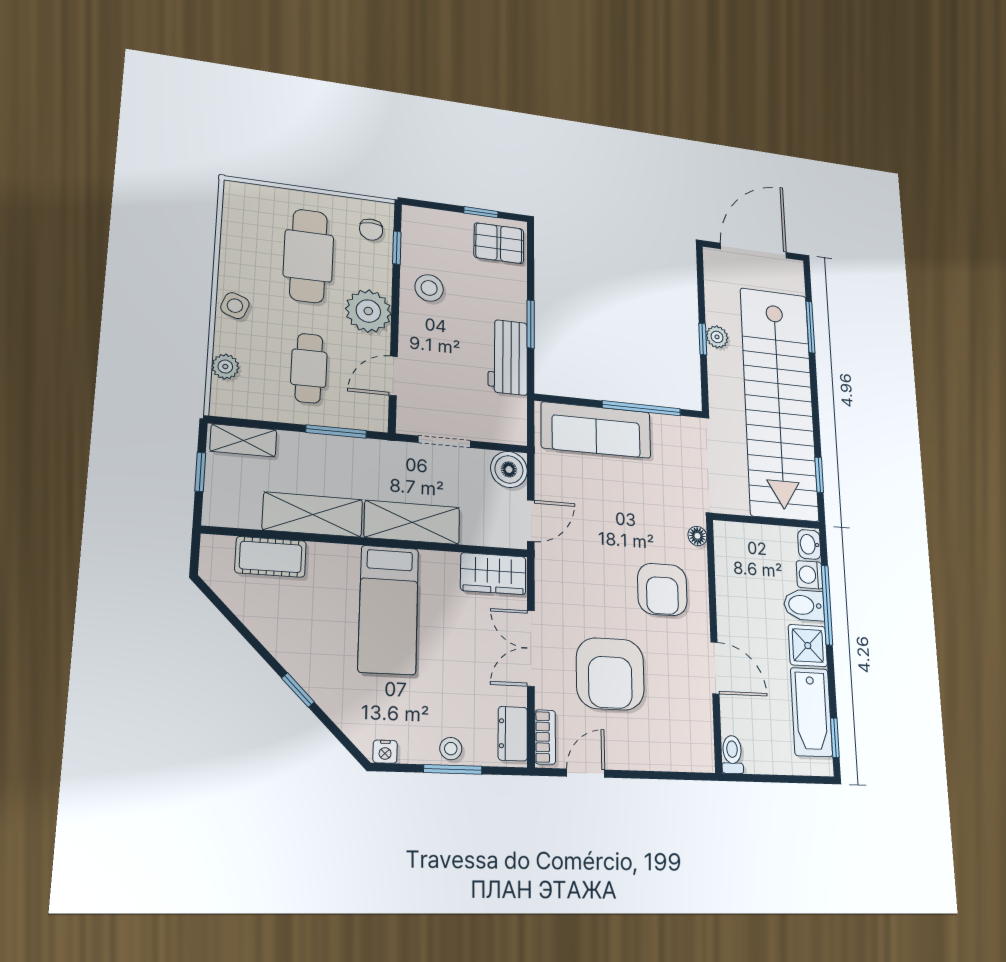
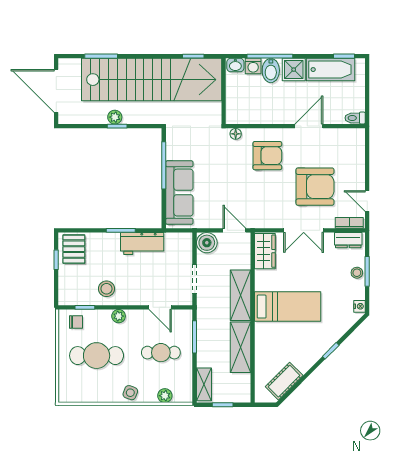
plant: (368, 311) -> (119, 316), width x0.53, depth x0.53
cot: (271, 557) -> (284, 381), moved, turned 45

